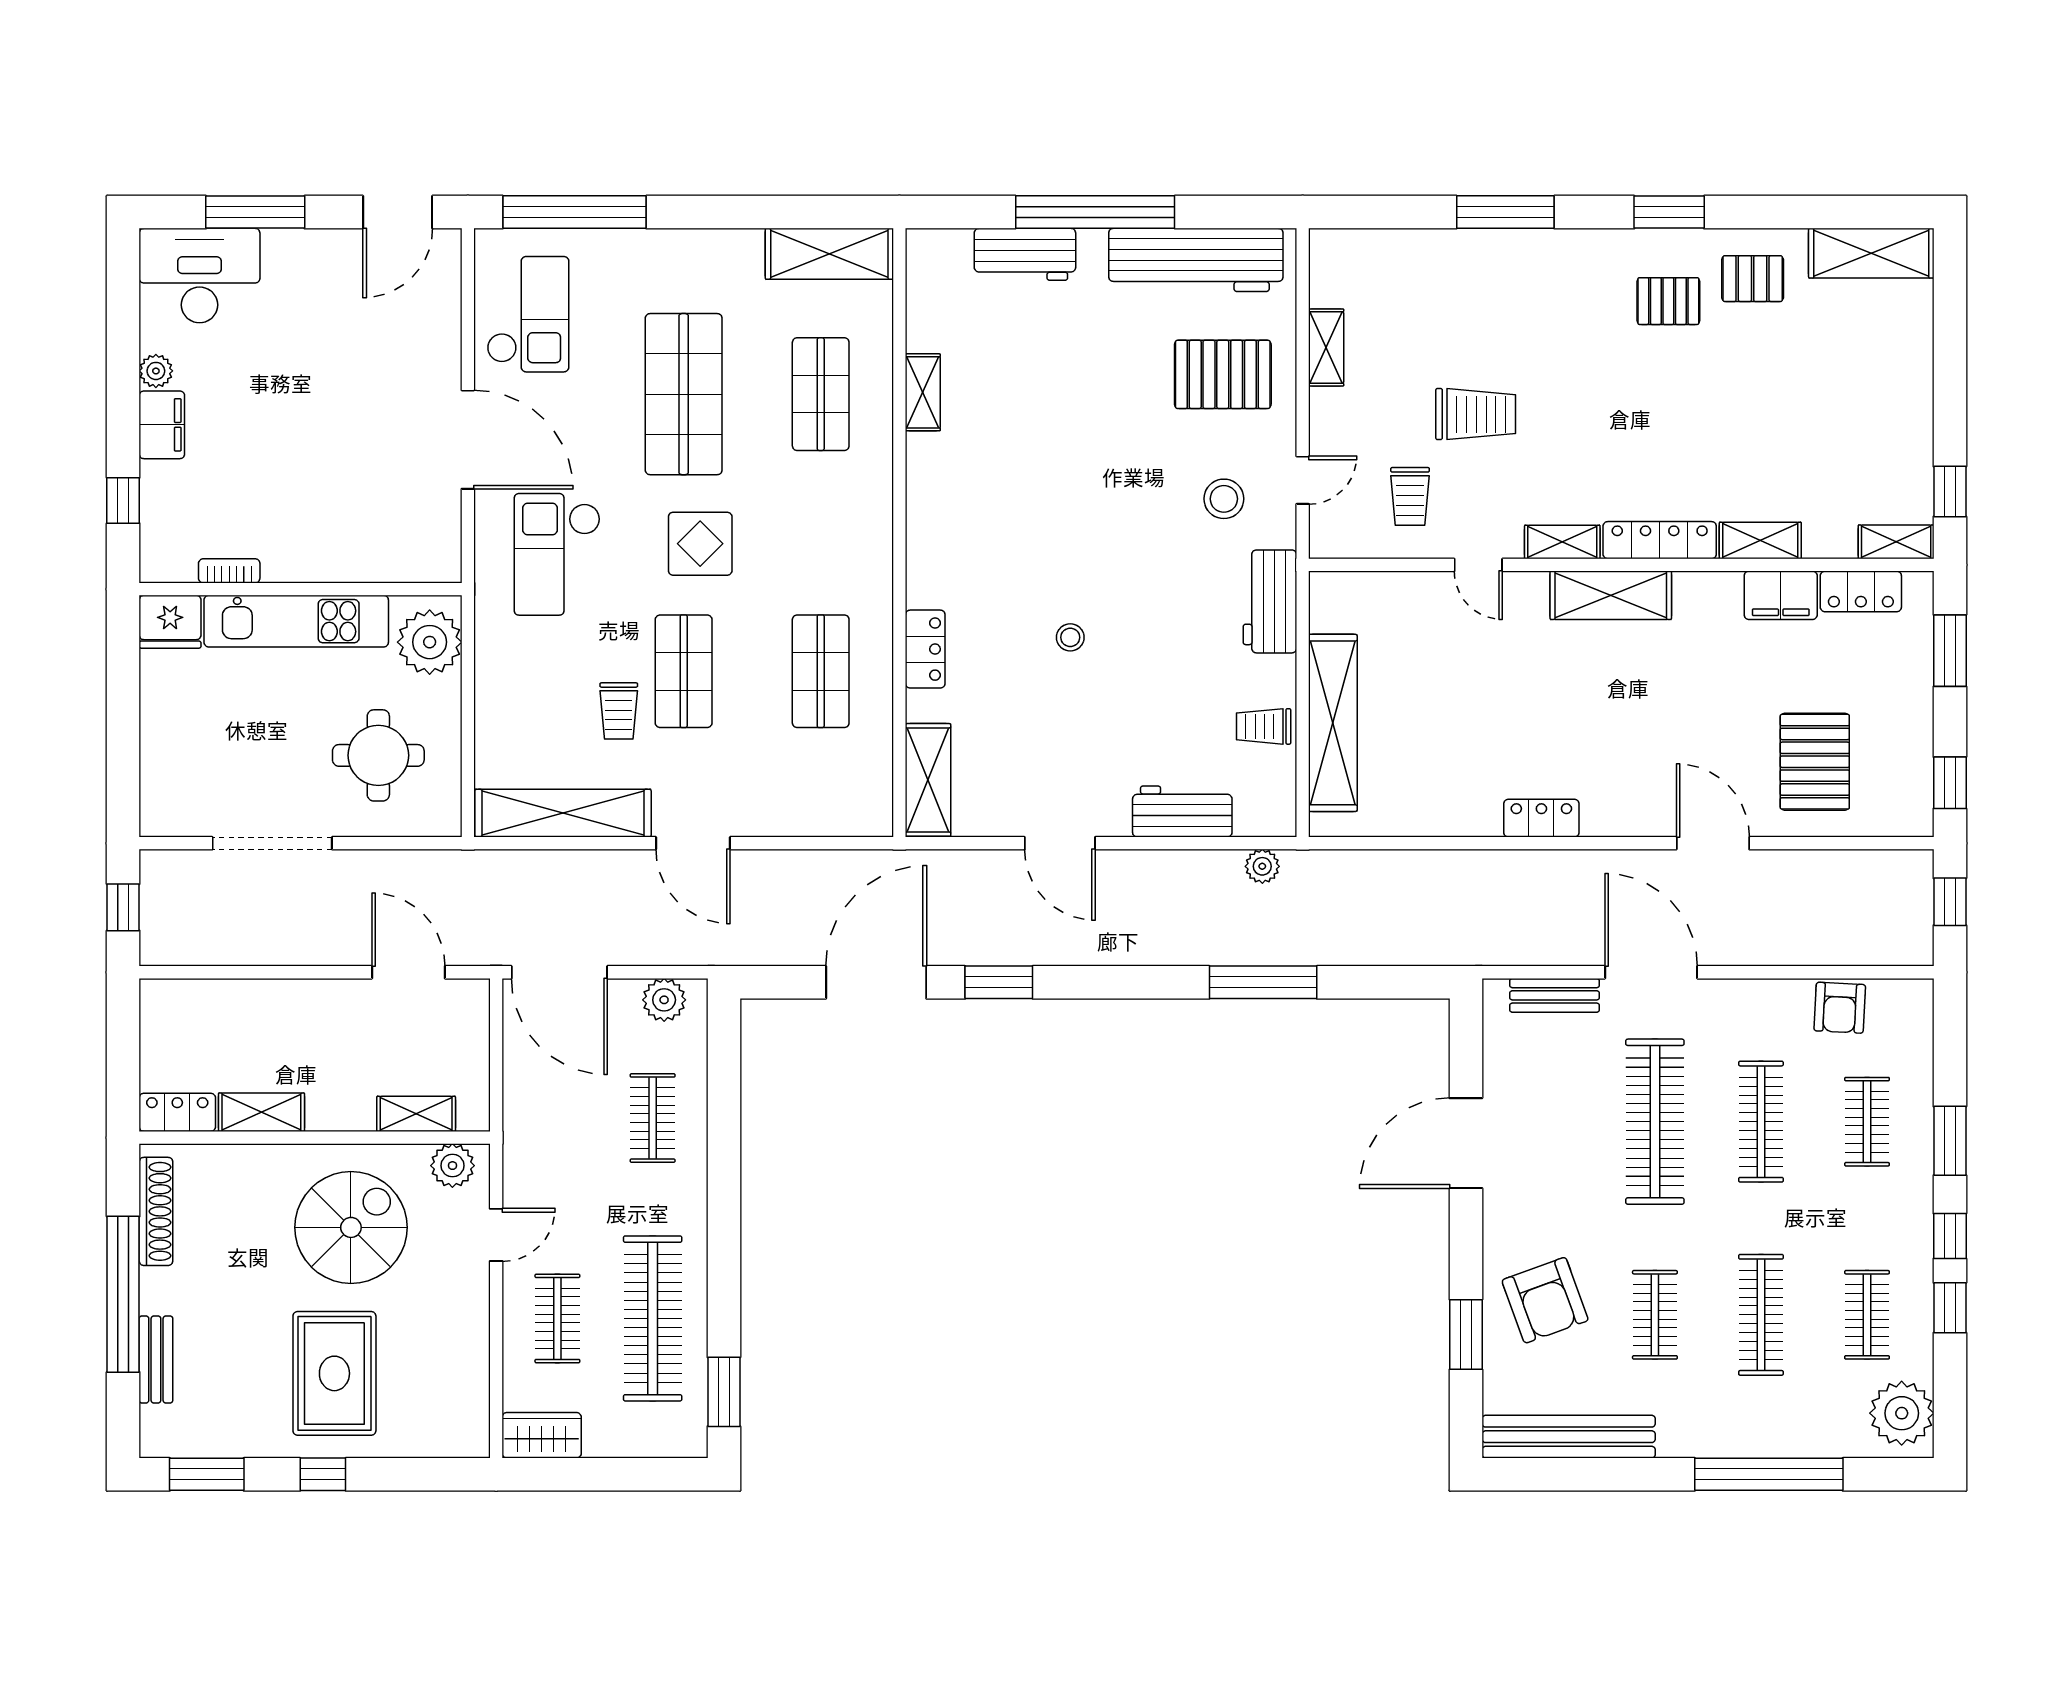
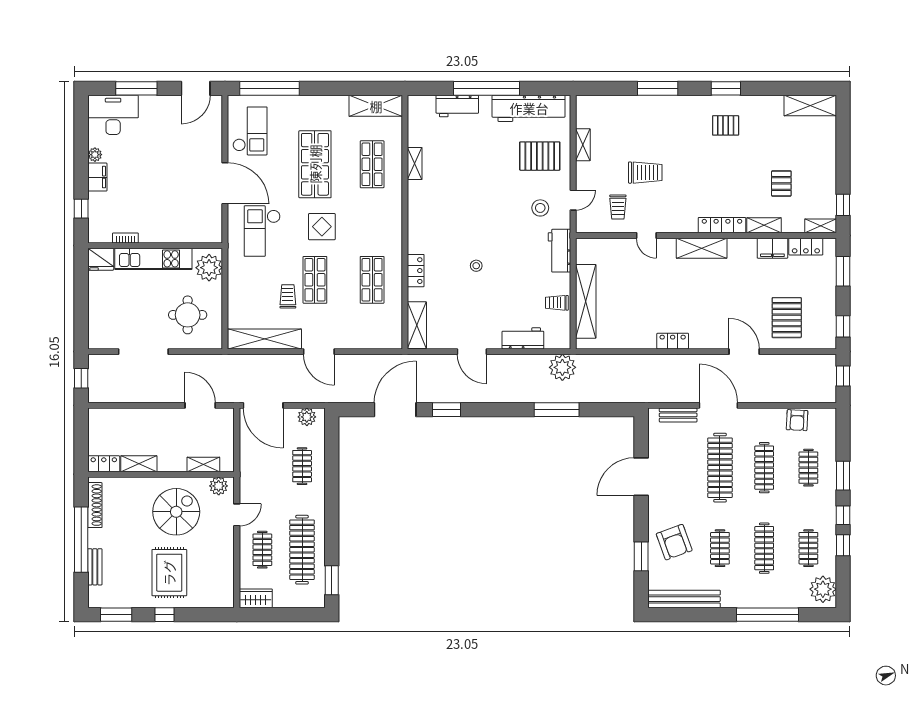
pallet: (1753, 279) -> (781, 183), moved, turned 90
shelving: (1562, 542) -> (681, 226), removed
trolley: (619, 711) -> (288, 296), turned 180
plant: (1262, 866) -> (562, 367), width x1.87, depth x1.87

